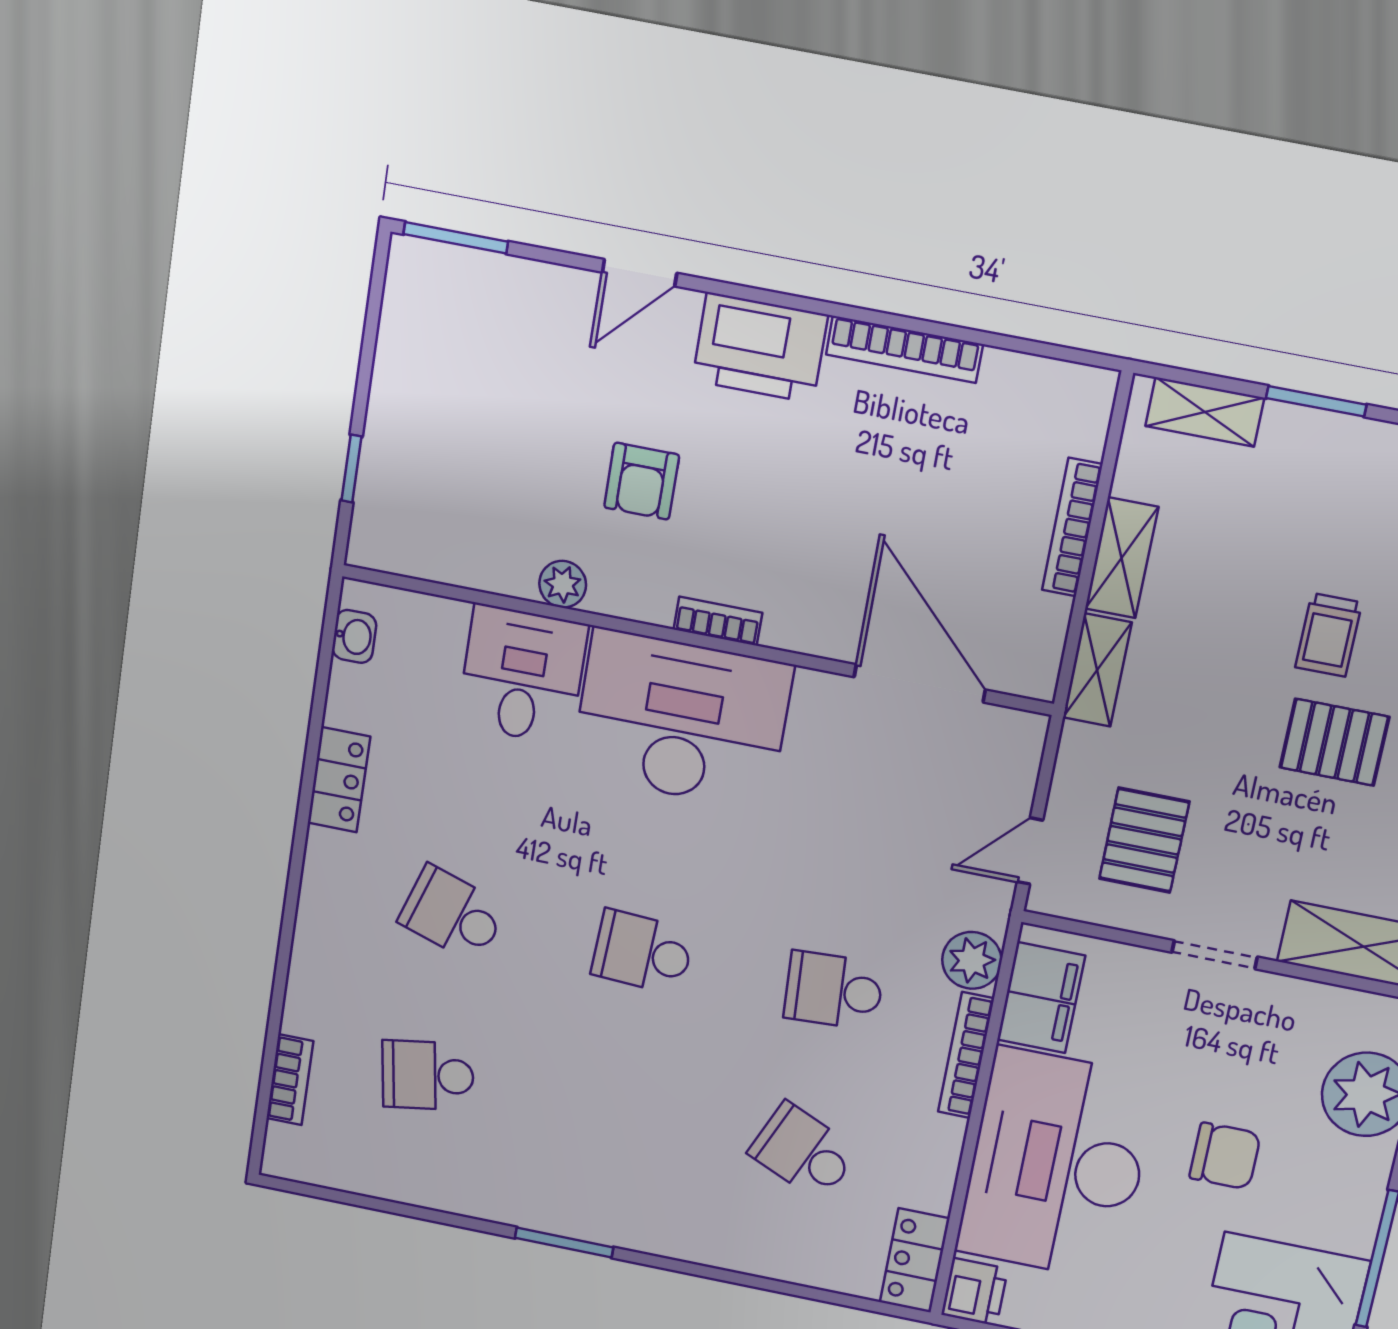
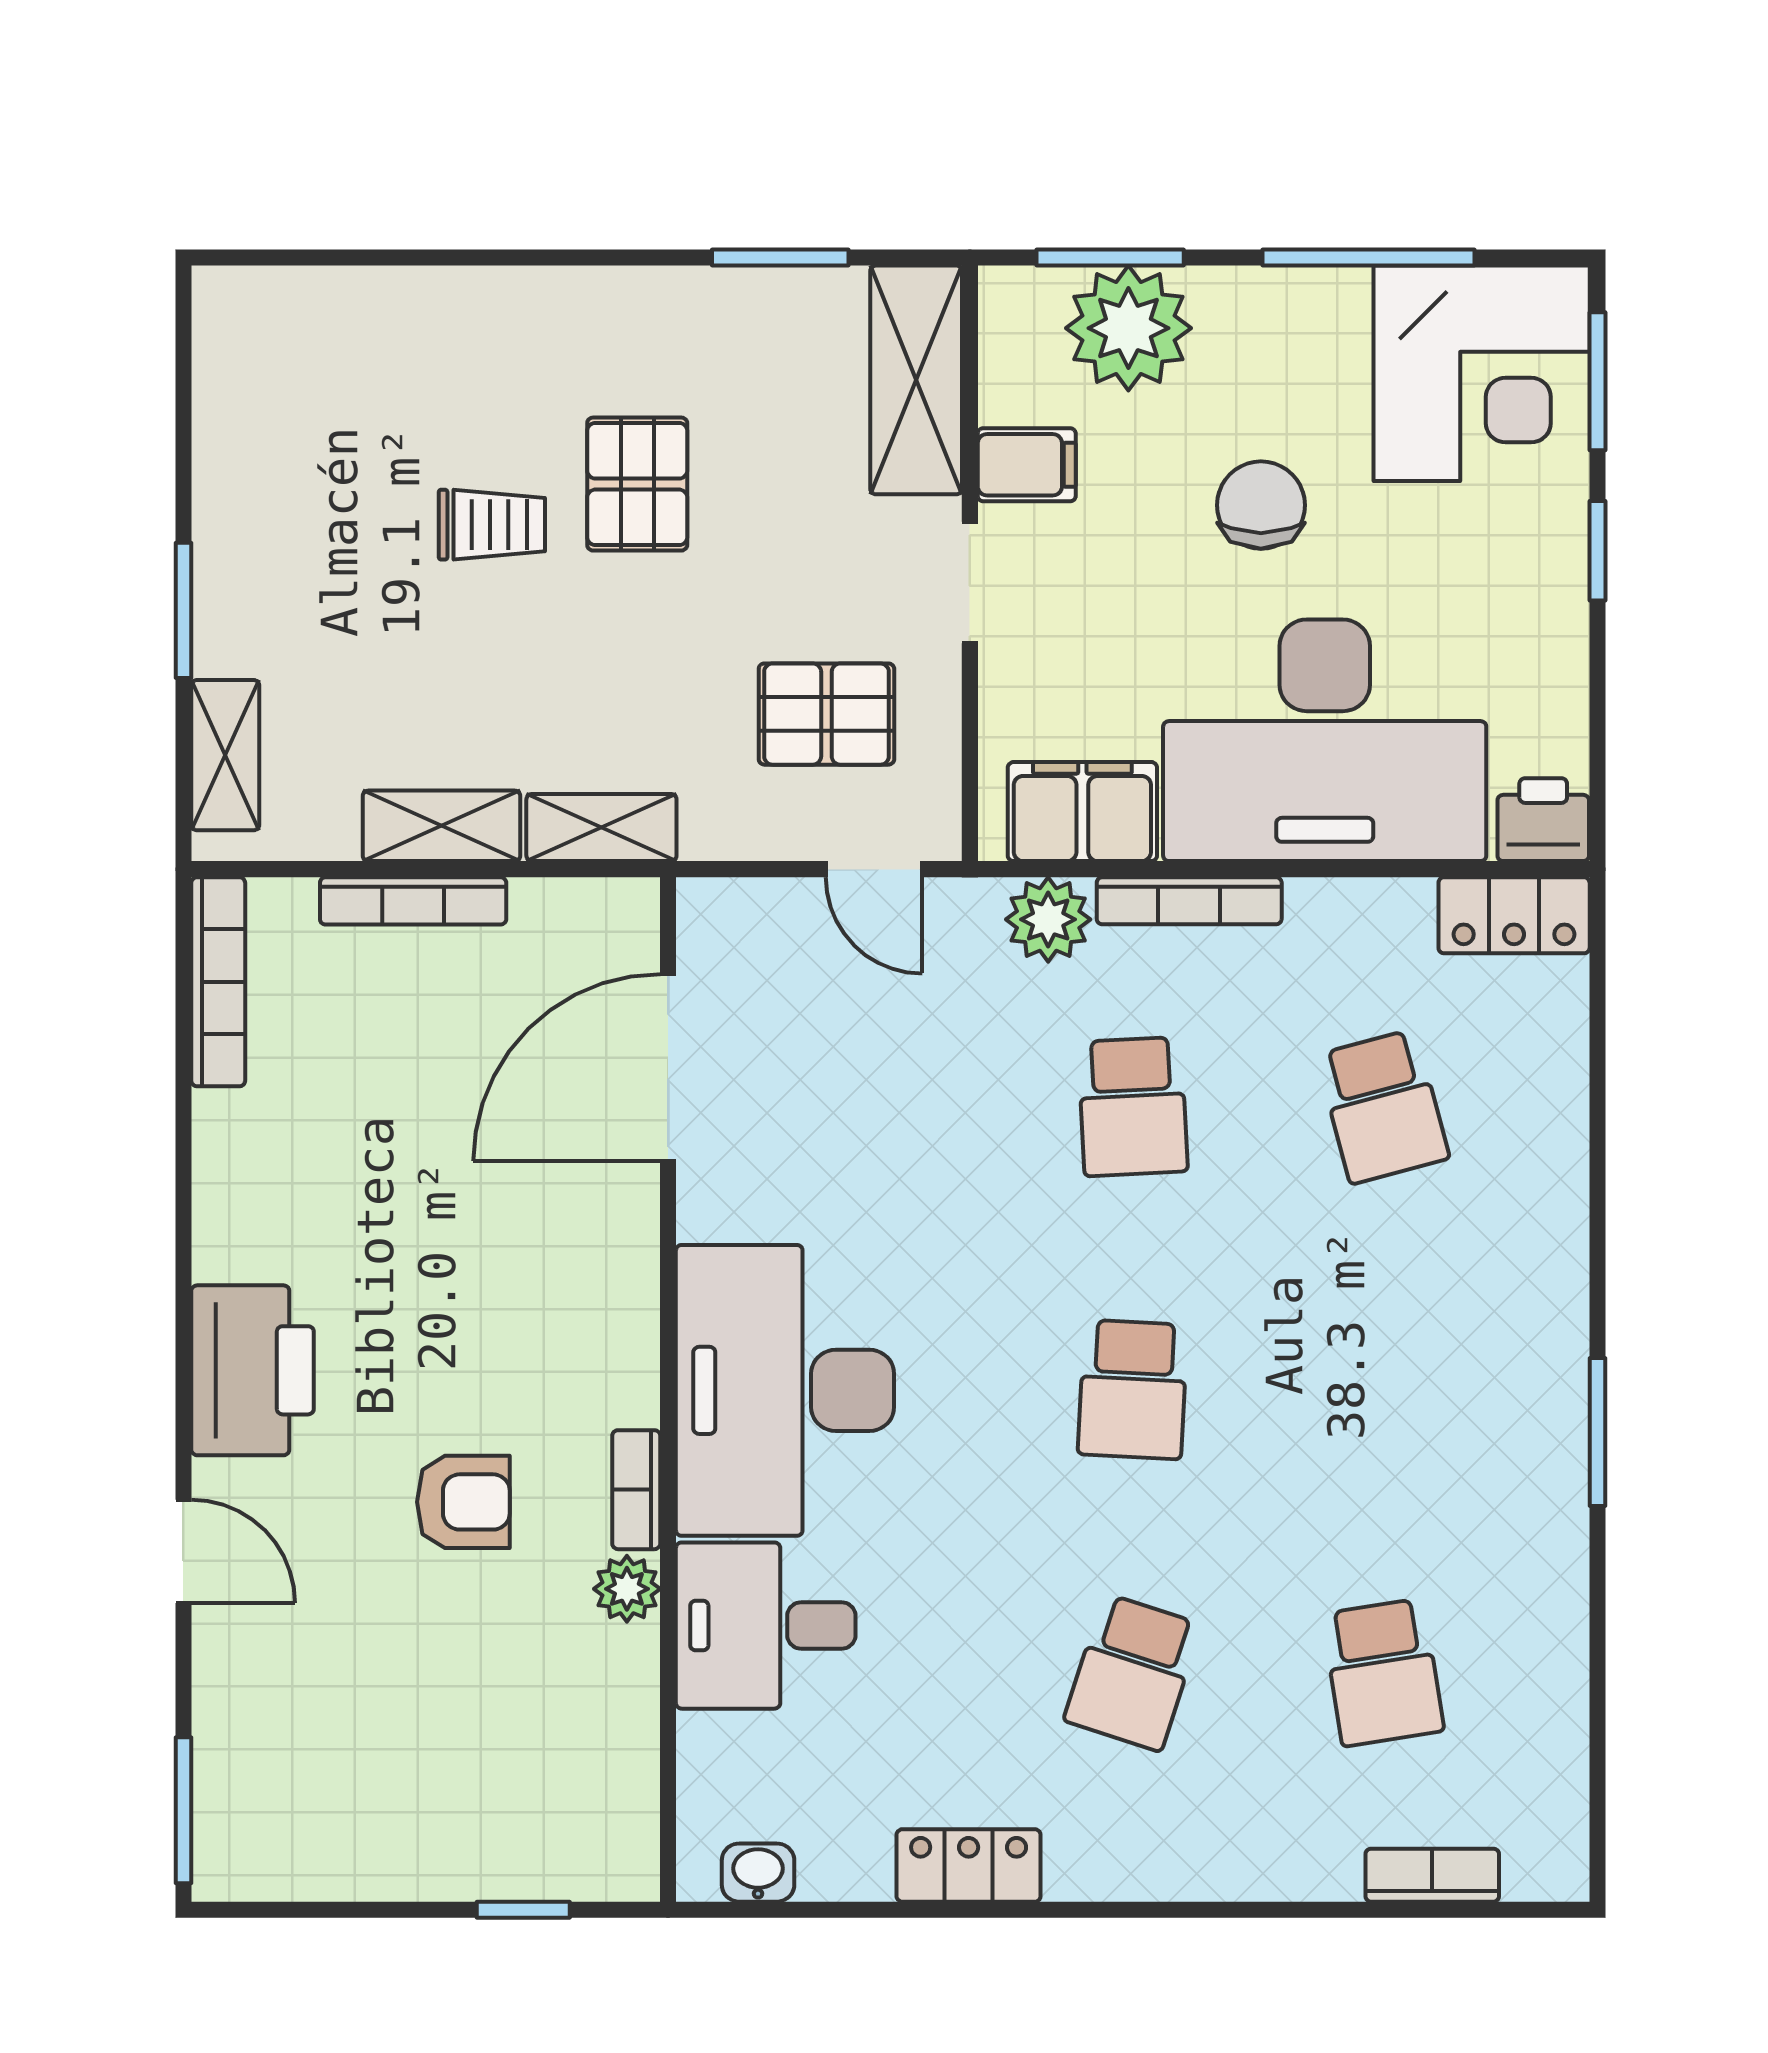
bookcase: (904, 349) -> (218, 982), moved
bookcase: (718, 621) -> (636, 1490), moved
filing cabinet: (1288, 1009) -> (1027, 465), added
school desk: (803, 1152) -> (1383, 1107), turned -39

